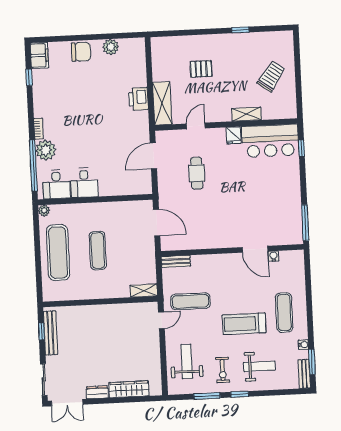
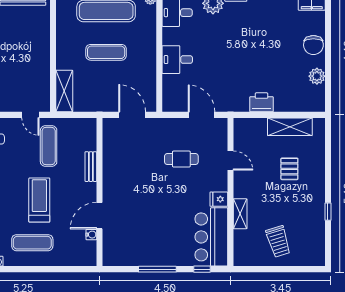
trolley: (271, 76) -> (278, 241), turned 37
shelving: (162, 103) -> (290, 127), moved
desk: (84, 183) -> (177, 60), moved
door: (157, 223) -> (132, 115), swing flipped
window: (305, 223) -> (157, 269), moved
bench: (176, 261) -> (91, 167), moved
shelving: (144, 291) -> (64, 91), width x1.50, depth x1.33
treadmill: (244, 324) -> (39, 200), moved

